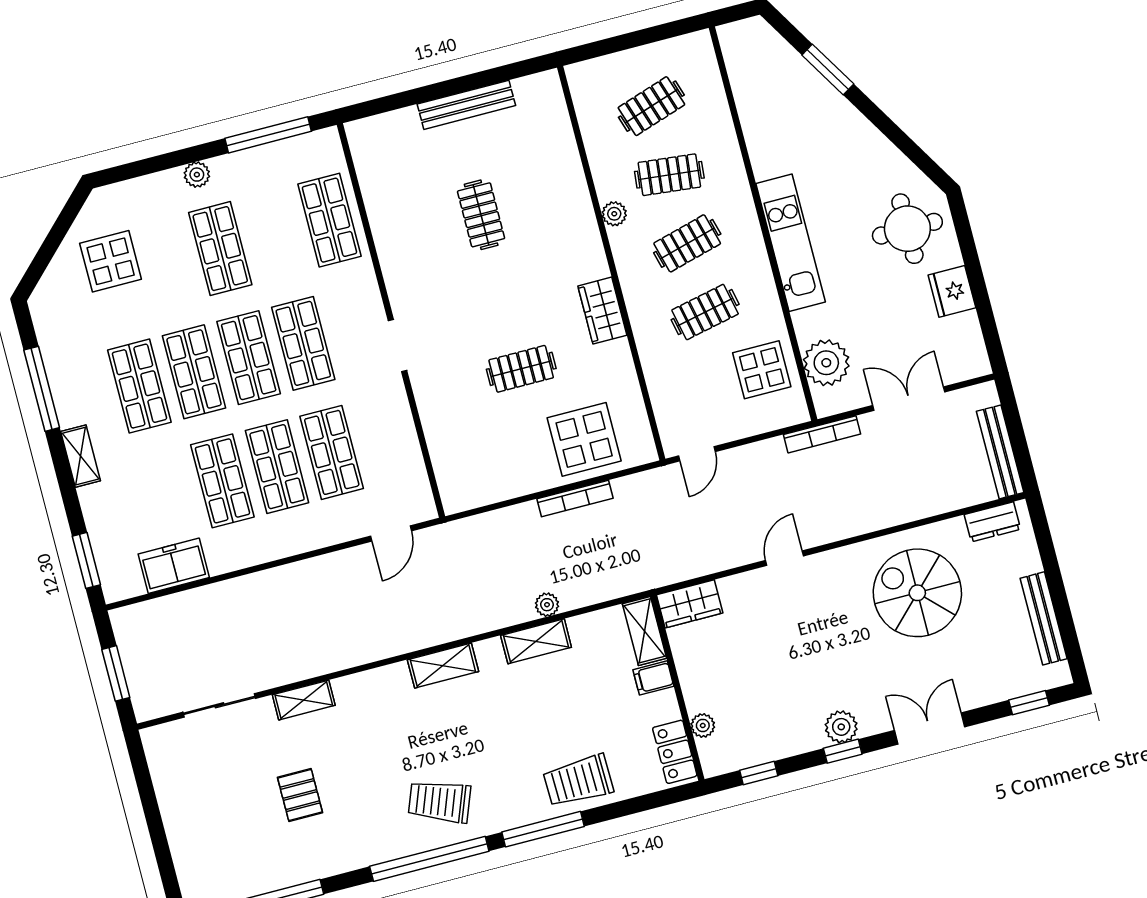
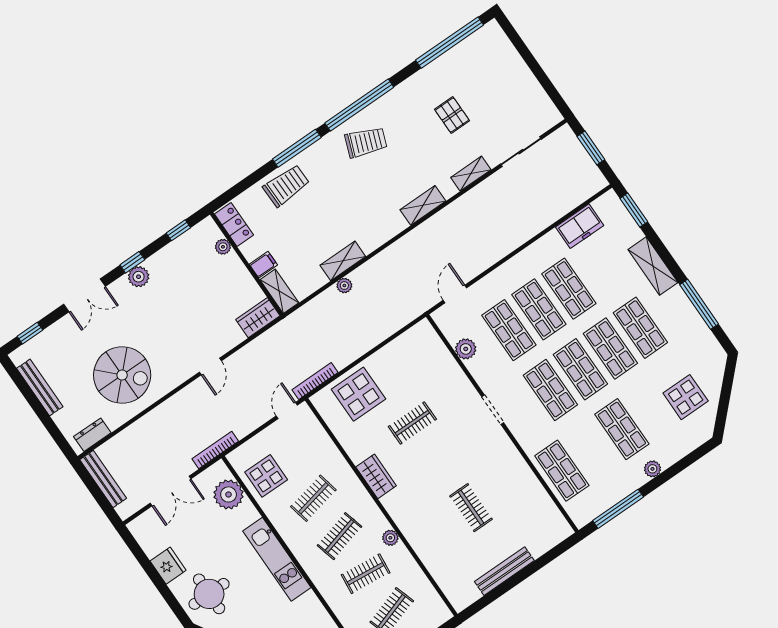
plant: (404, 448) -> (466, 349), added
shelving: (81, 456) -> (653, 266), width x1.50, depth x1.33
bookcase: (575, 499) -> (315, 381), moved
shelving: (443, 666) -> (423, 205), moved

